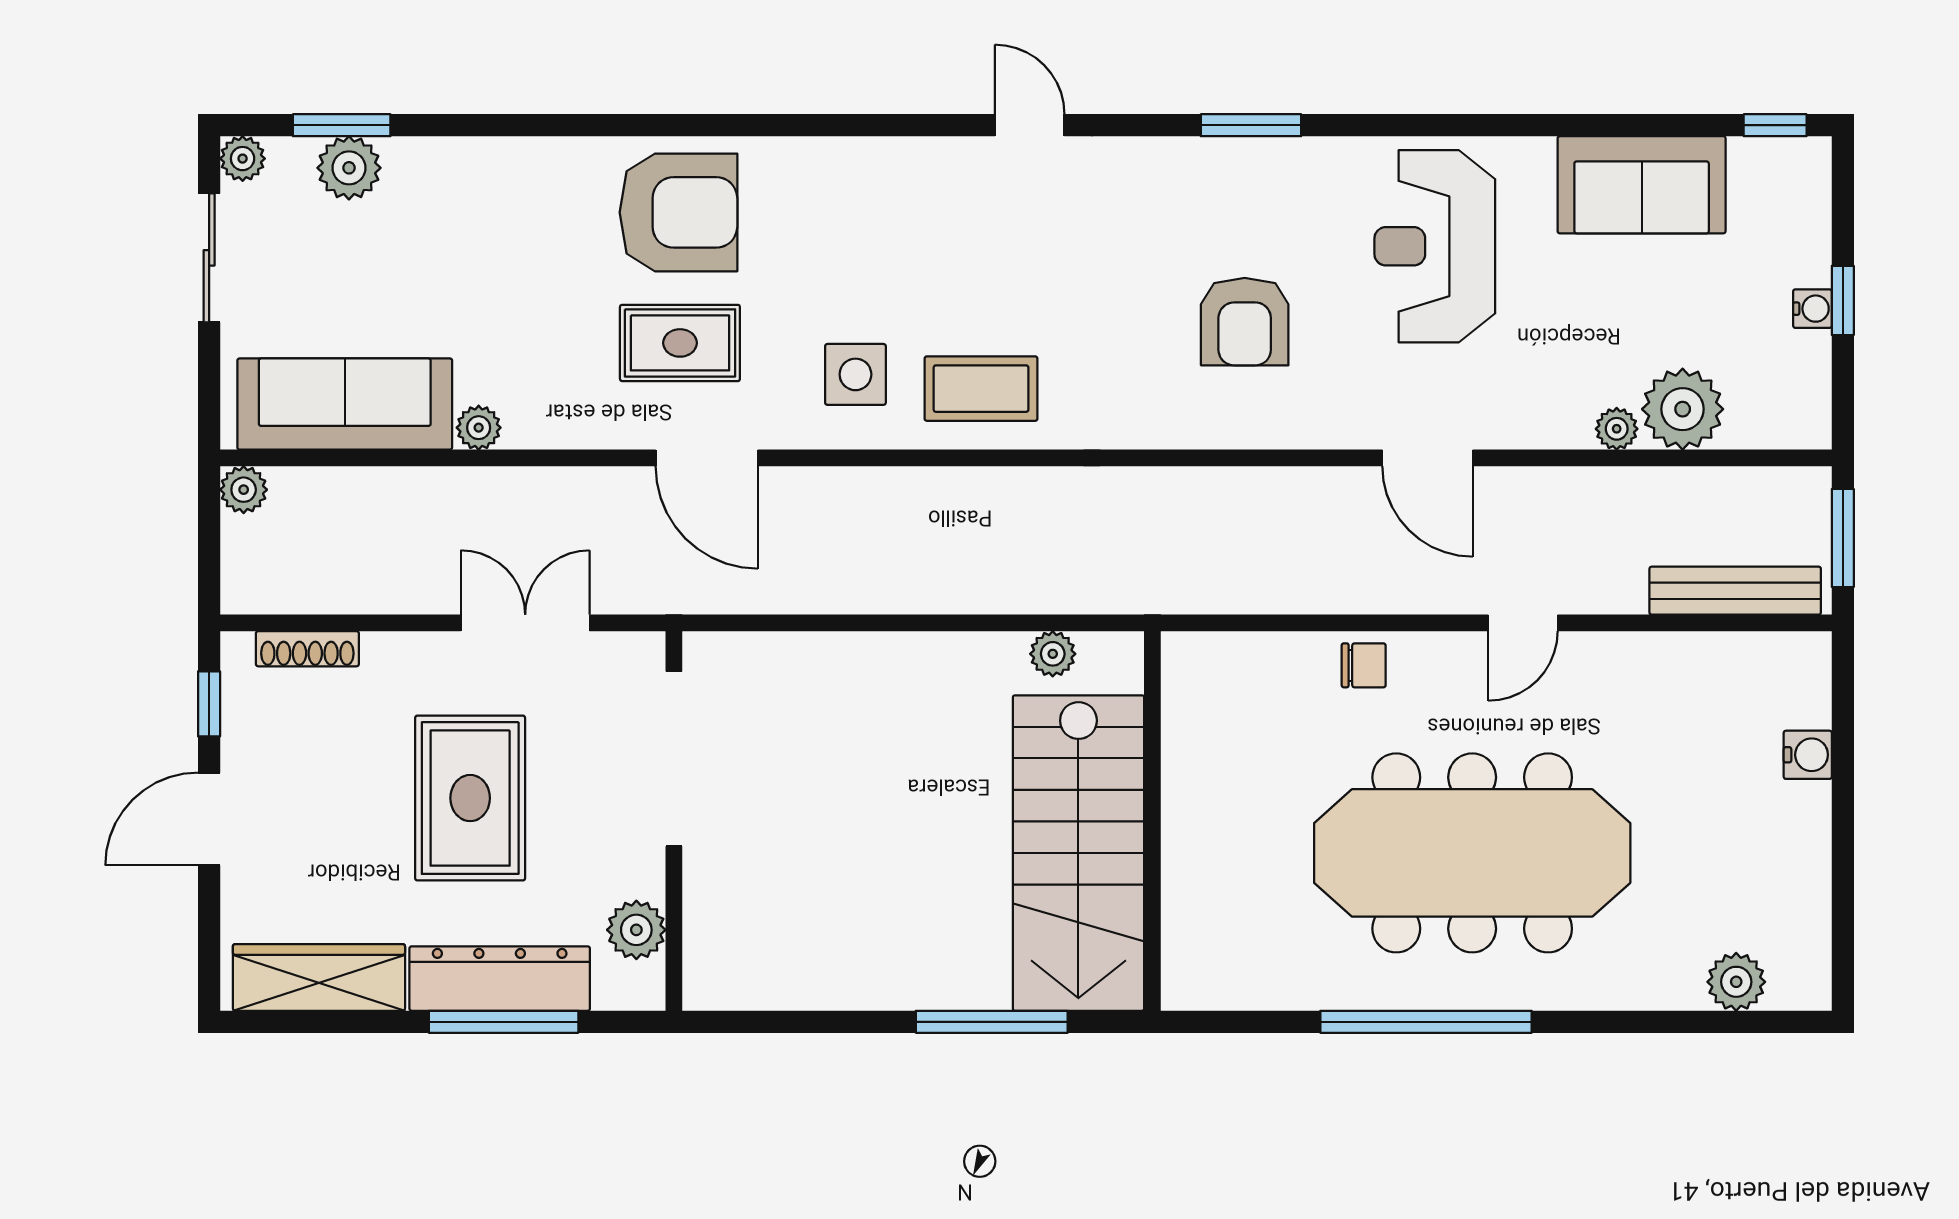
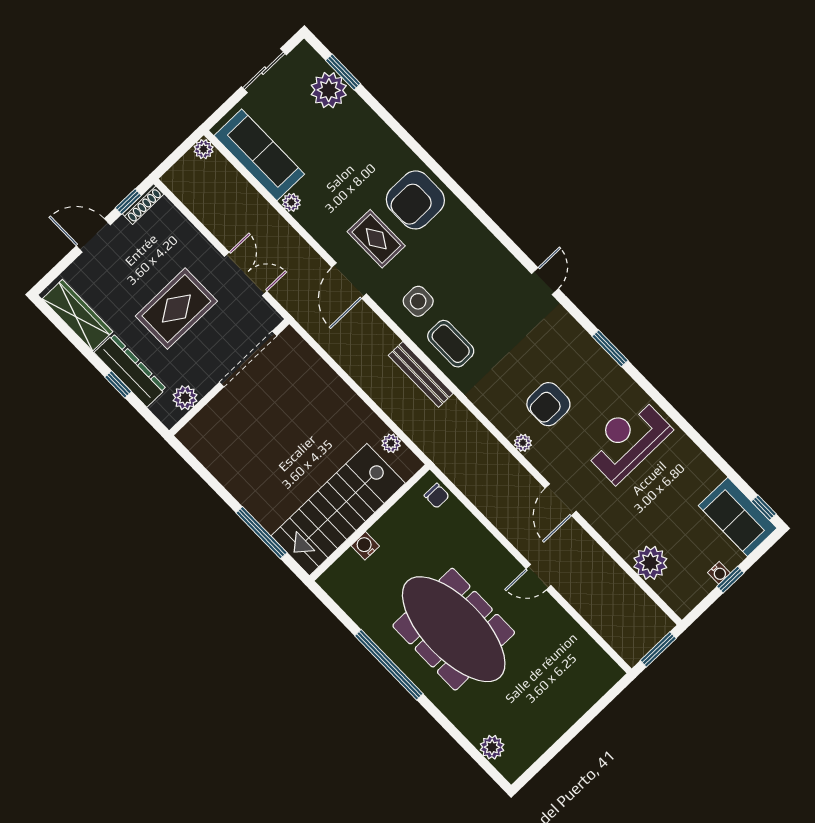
plant: (243, 159) -> (304, 52), removed
plant: (349, 168) -> (329, 90), width x1.36, depth x1.36
sofa: (1642, 185) -> (738, 517), moved
armchair: (678, 212) -> (415, 200), turned 90
plant: (1617, 429) -> (523, 443), moved
bench: (1735, 591) -> (421, 374), moved
shoe rack: (307, 649) -> (143, 204), moved, turned -90
chair: (1364, 665) -> (437, 496), moved
water cooler: (1808, 755) -> (365, 546), moved, turned 180
window: (504, 1022) -> (118, 384), width x0.46

